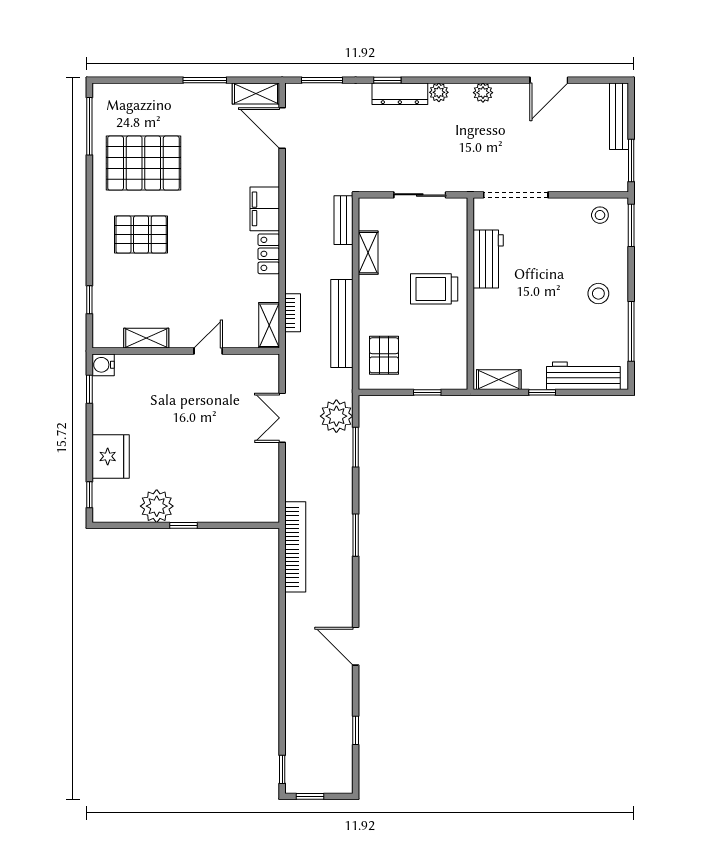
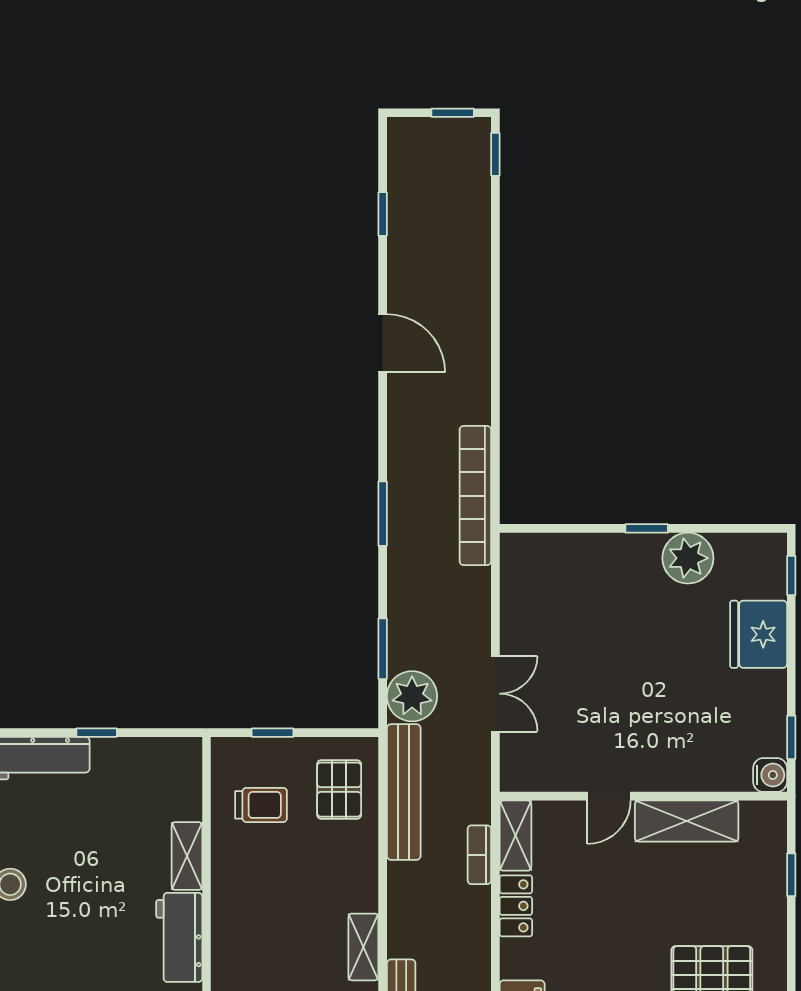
locker: (269, 254) -> (516, 906), moved
trolley: (434, 289) -> (261, 805), moved, width x0.73, depth x0.72
bench: (342, 324) -> (404, 792), moved
shelving: (146, 338) -> (687, 821), width x1.50, depth x1.33
shelving: (499, 380) -> (187, 856), moved, turned 90

